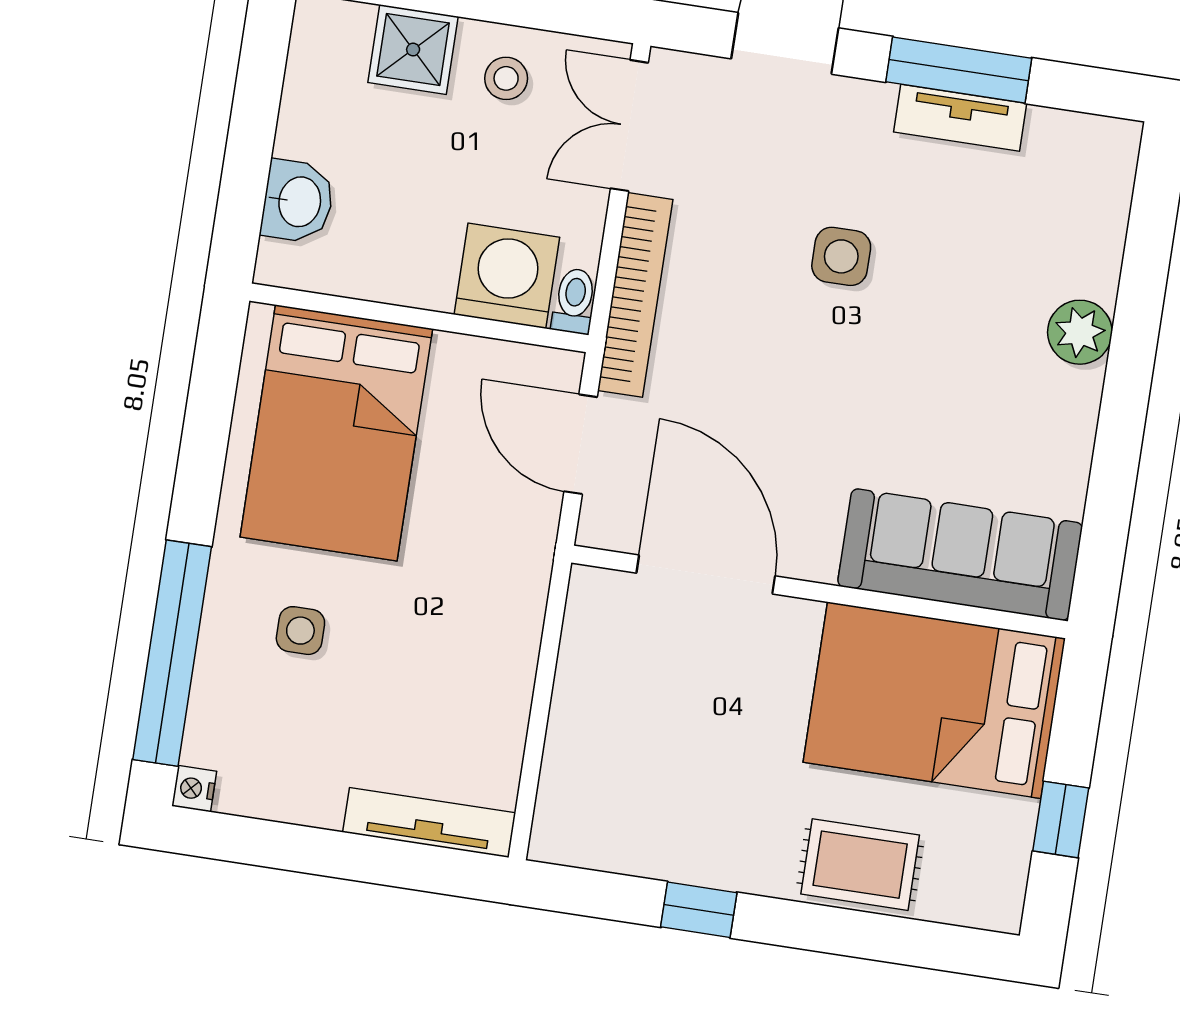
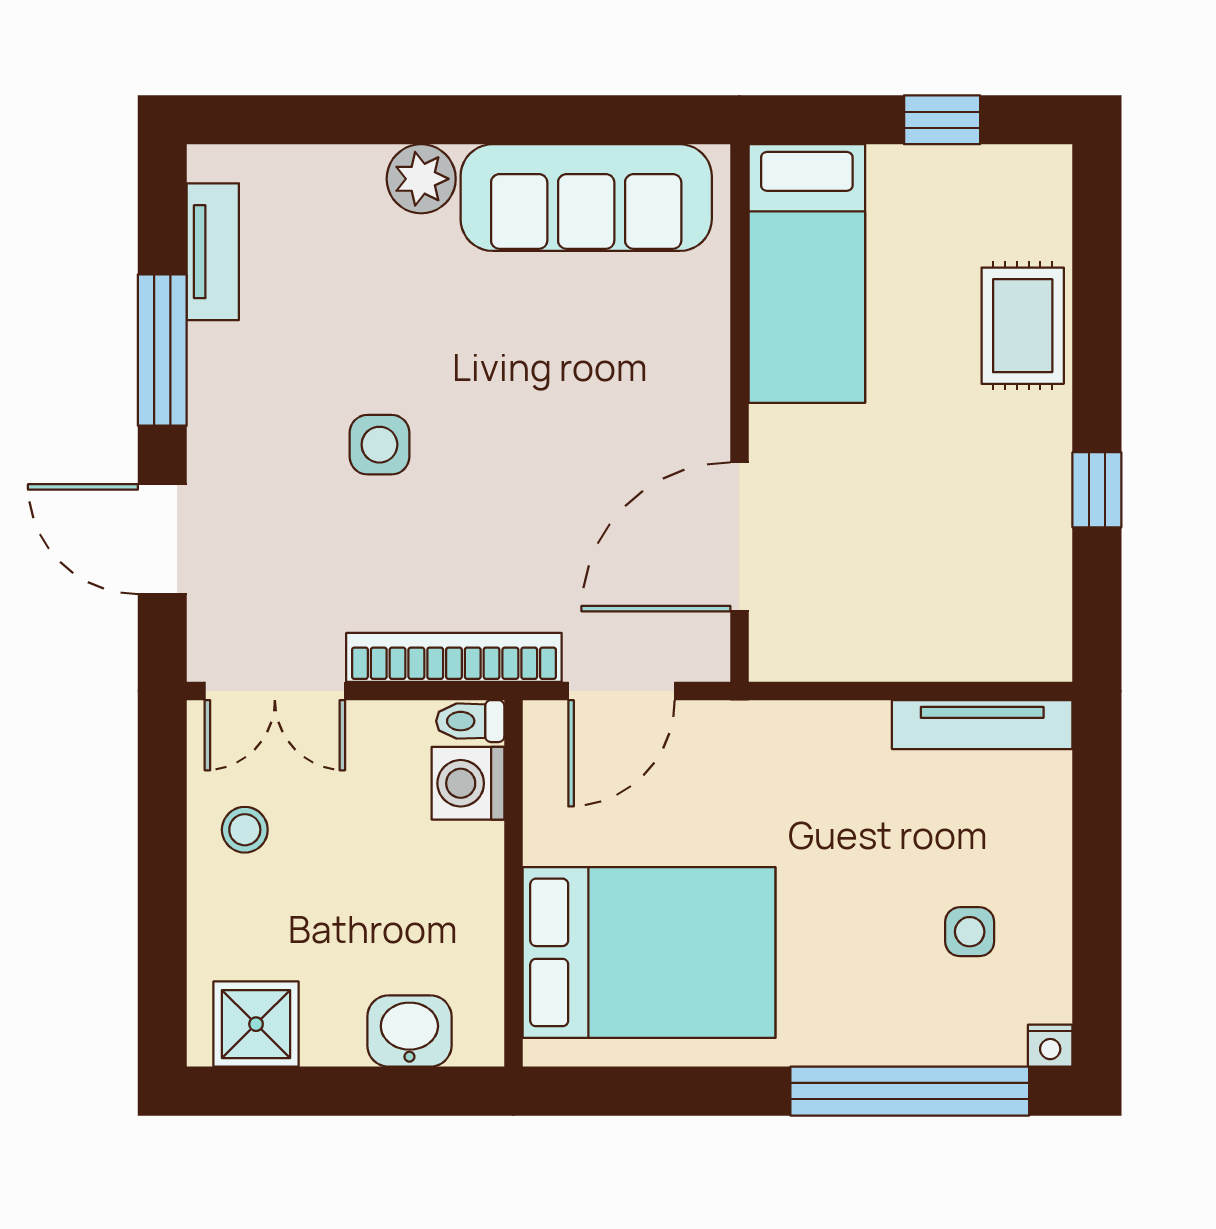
shower: (413, 50) -> (256, 1024), moved
tv unit: (960, 118) -> (213, 252), moved
washing machine: (507, 276) -> (468, 783), width x0.73, depth x0.73
sofa: (960, 555) -> (586, 198), moved, turned -90
side table: (300, 631) -> (970, 932), moved
bed: (934, 700) -> (807, 274), width x0.67
tv unit: (429, 823) -> (982, 725), moved, turned -90

